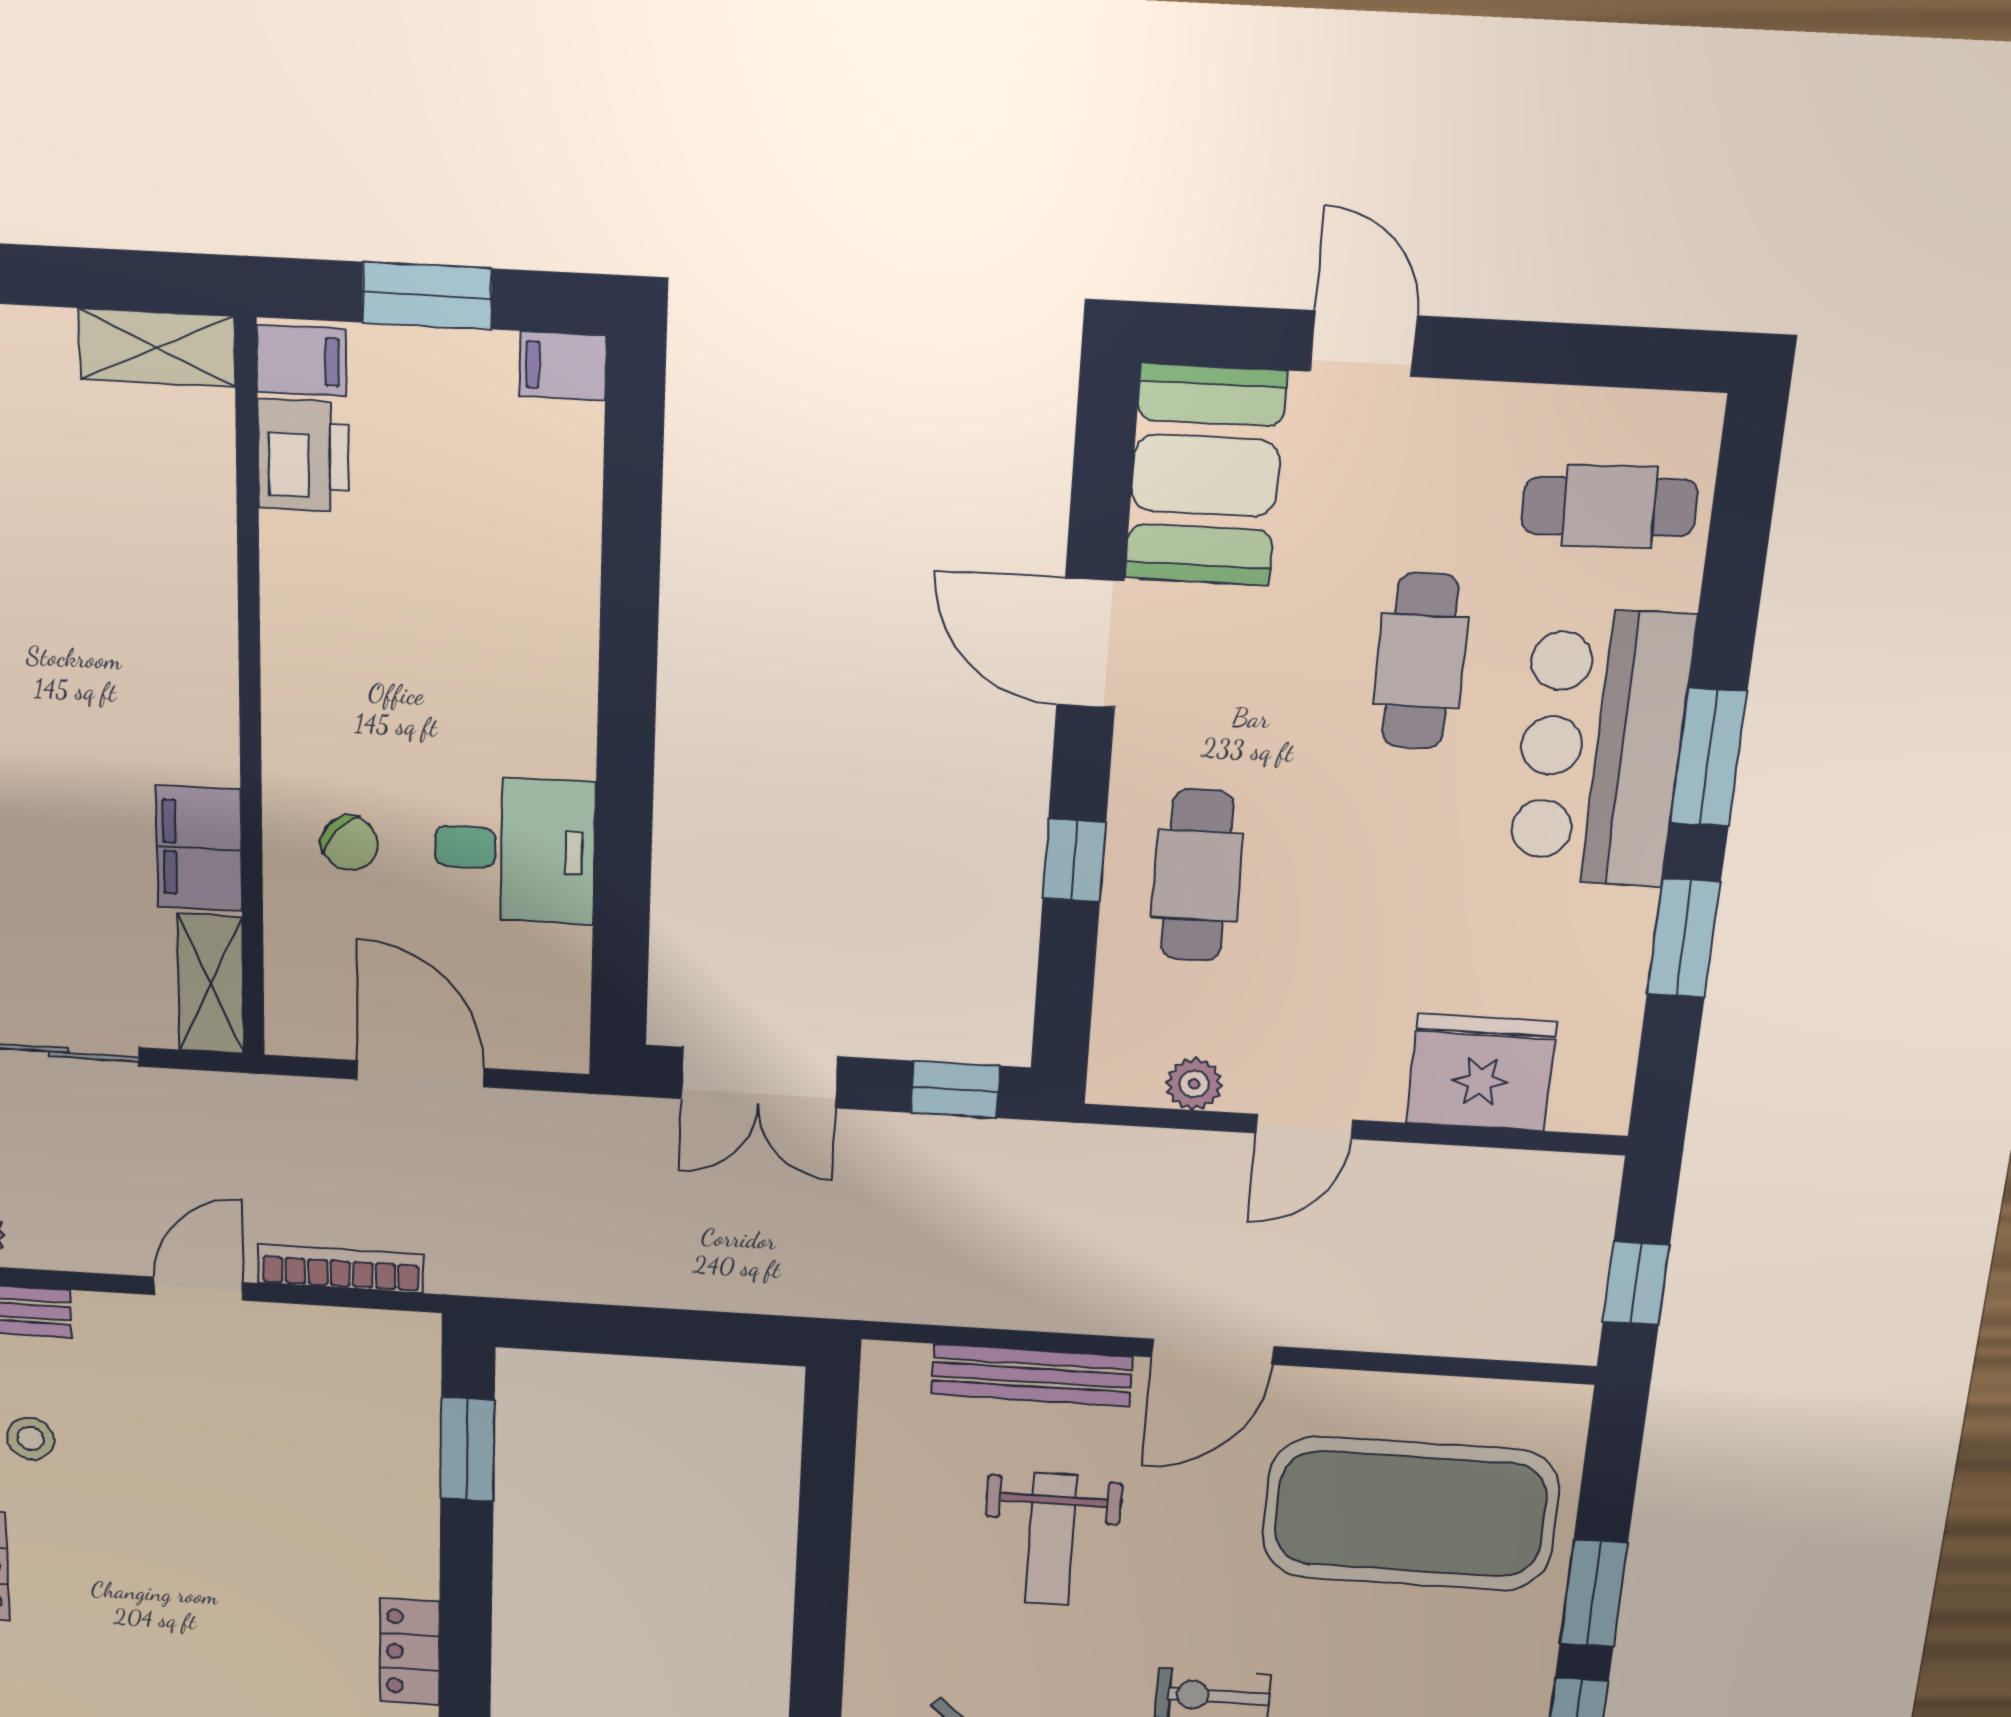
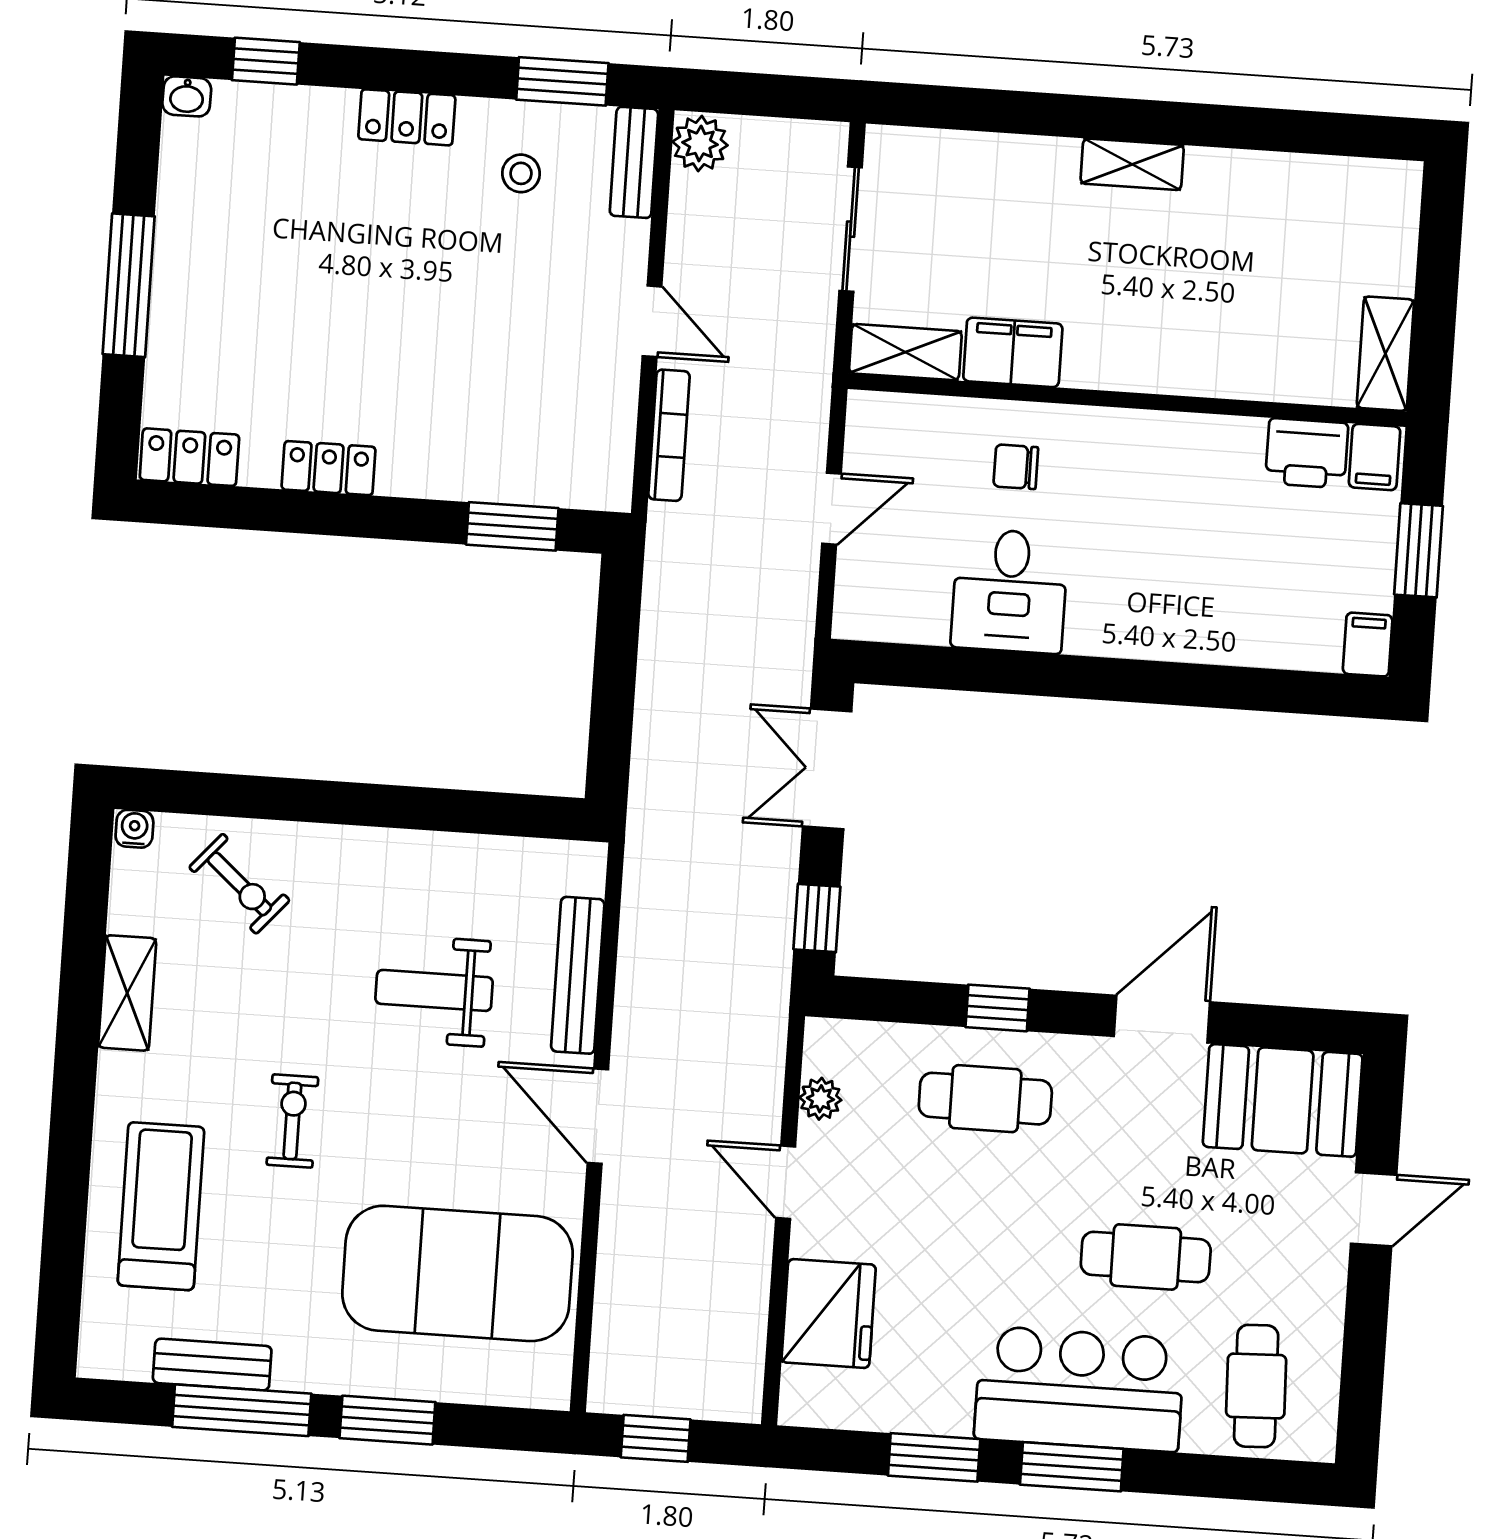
chair: (350, 843) -> (1016, 467), turned 48
door: (420, 1074) -> (831, 509), width x0.73
exercise mat: (1410, 1514) -> (457, 1273), turned 90

